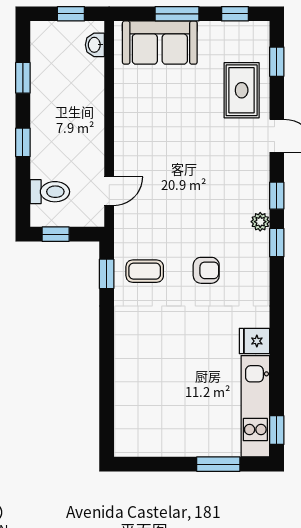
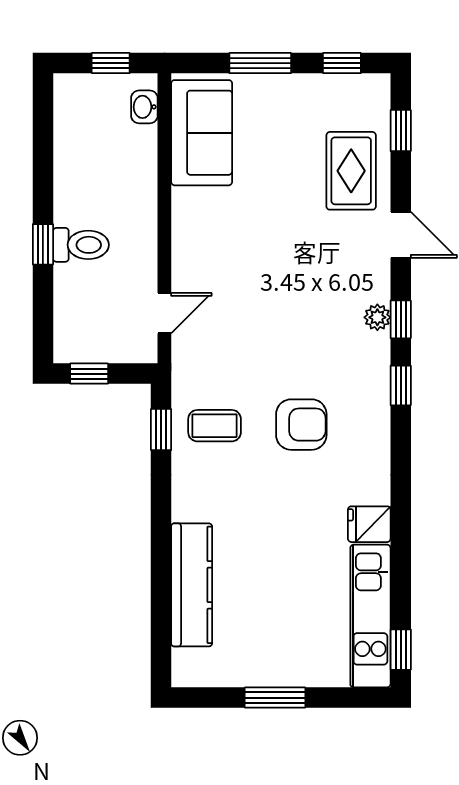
sofa: (160, 43) -> (202, 133), moved, turned -90
window: (23, 78) -> (43, 153), removed
toilet: (50, 192) -> (81, 245), moved
plant: (260, 222) -> (377, 317), moved
armchair: (206, 270) -> (301, 425), width x1.38, depth x1.38
kitchen counter: (128, 384) -> (192, 585), added
window: (218, 464) -> (275, 698), moved

